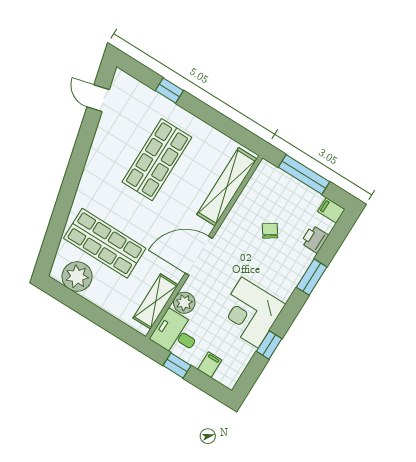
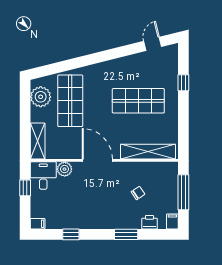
shelving: (156, 301) -> (38, 141), moved, turned 90
corner desk: (250, 313) -> (83, 211), removed
filing cabinet: (210, 365) -> (38, 224), moved

